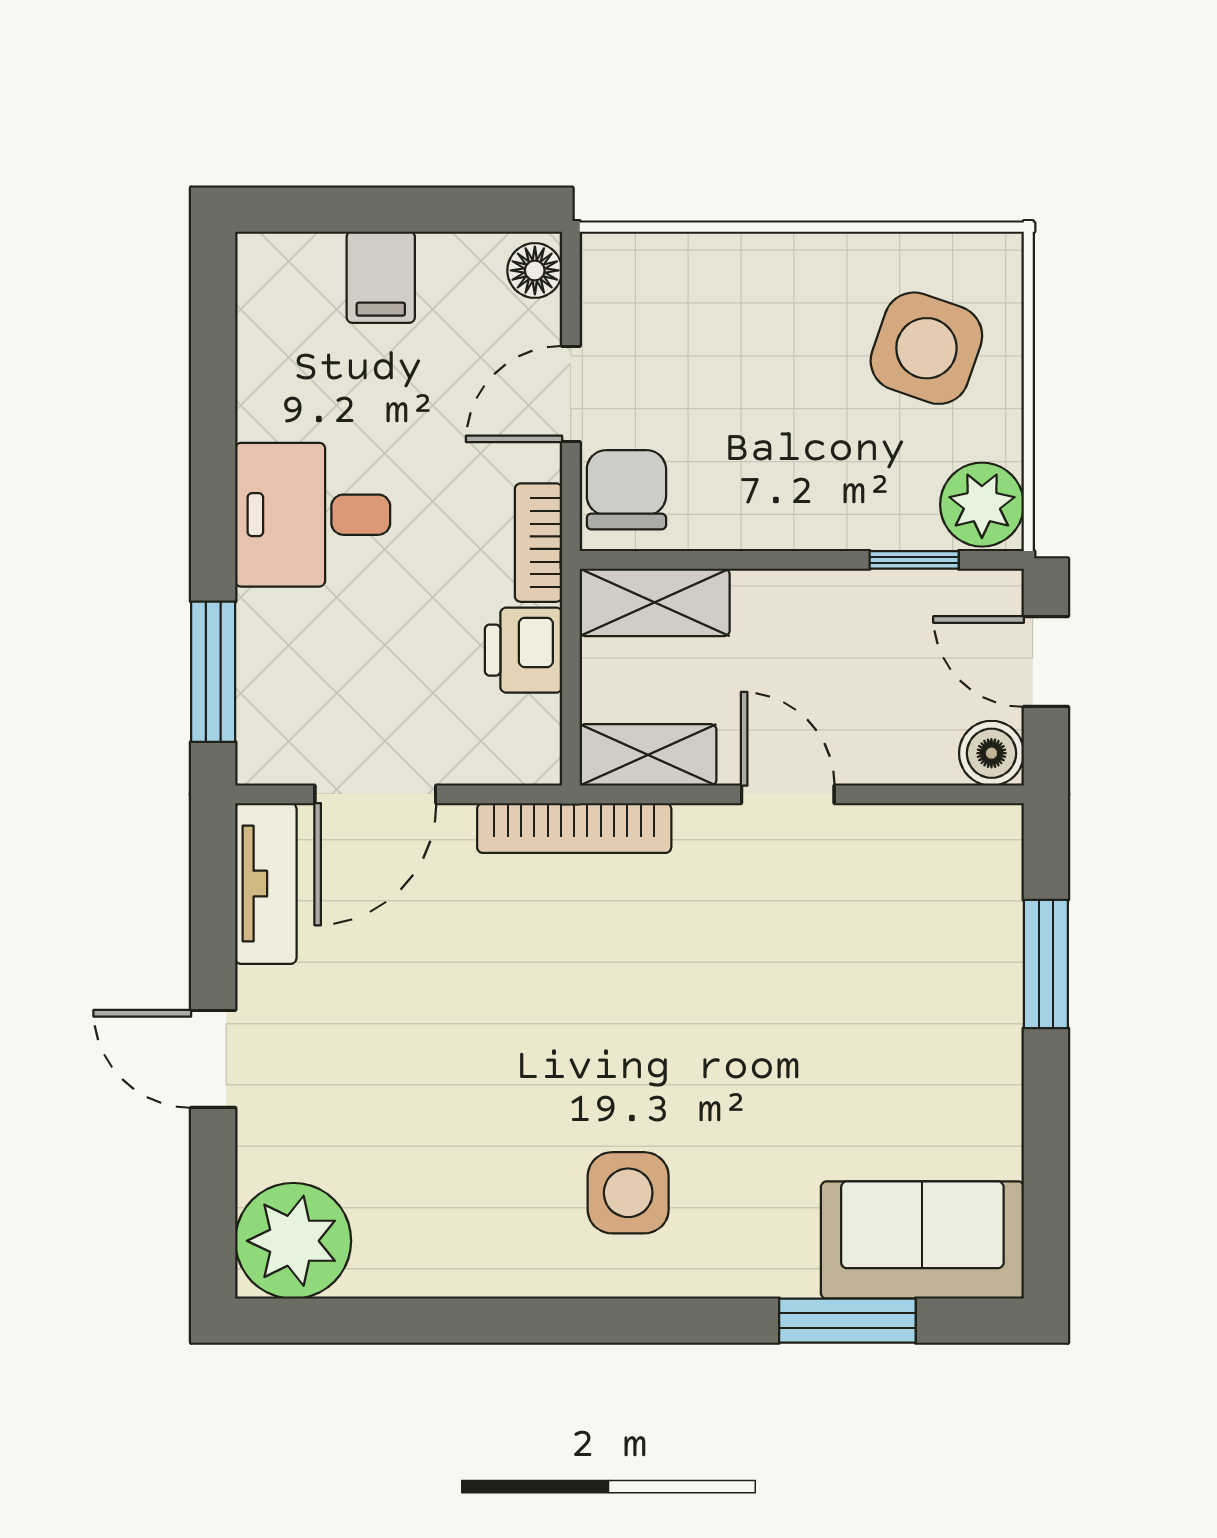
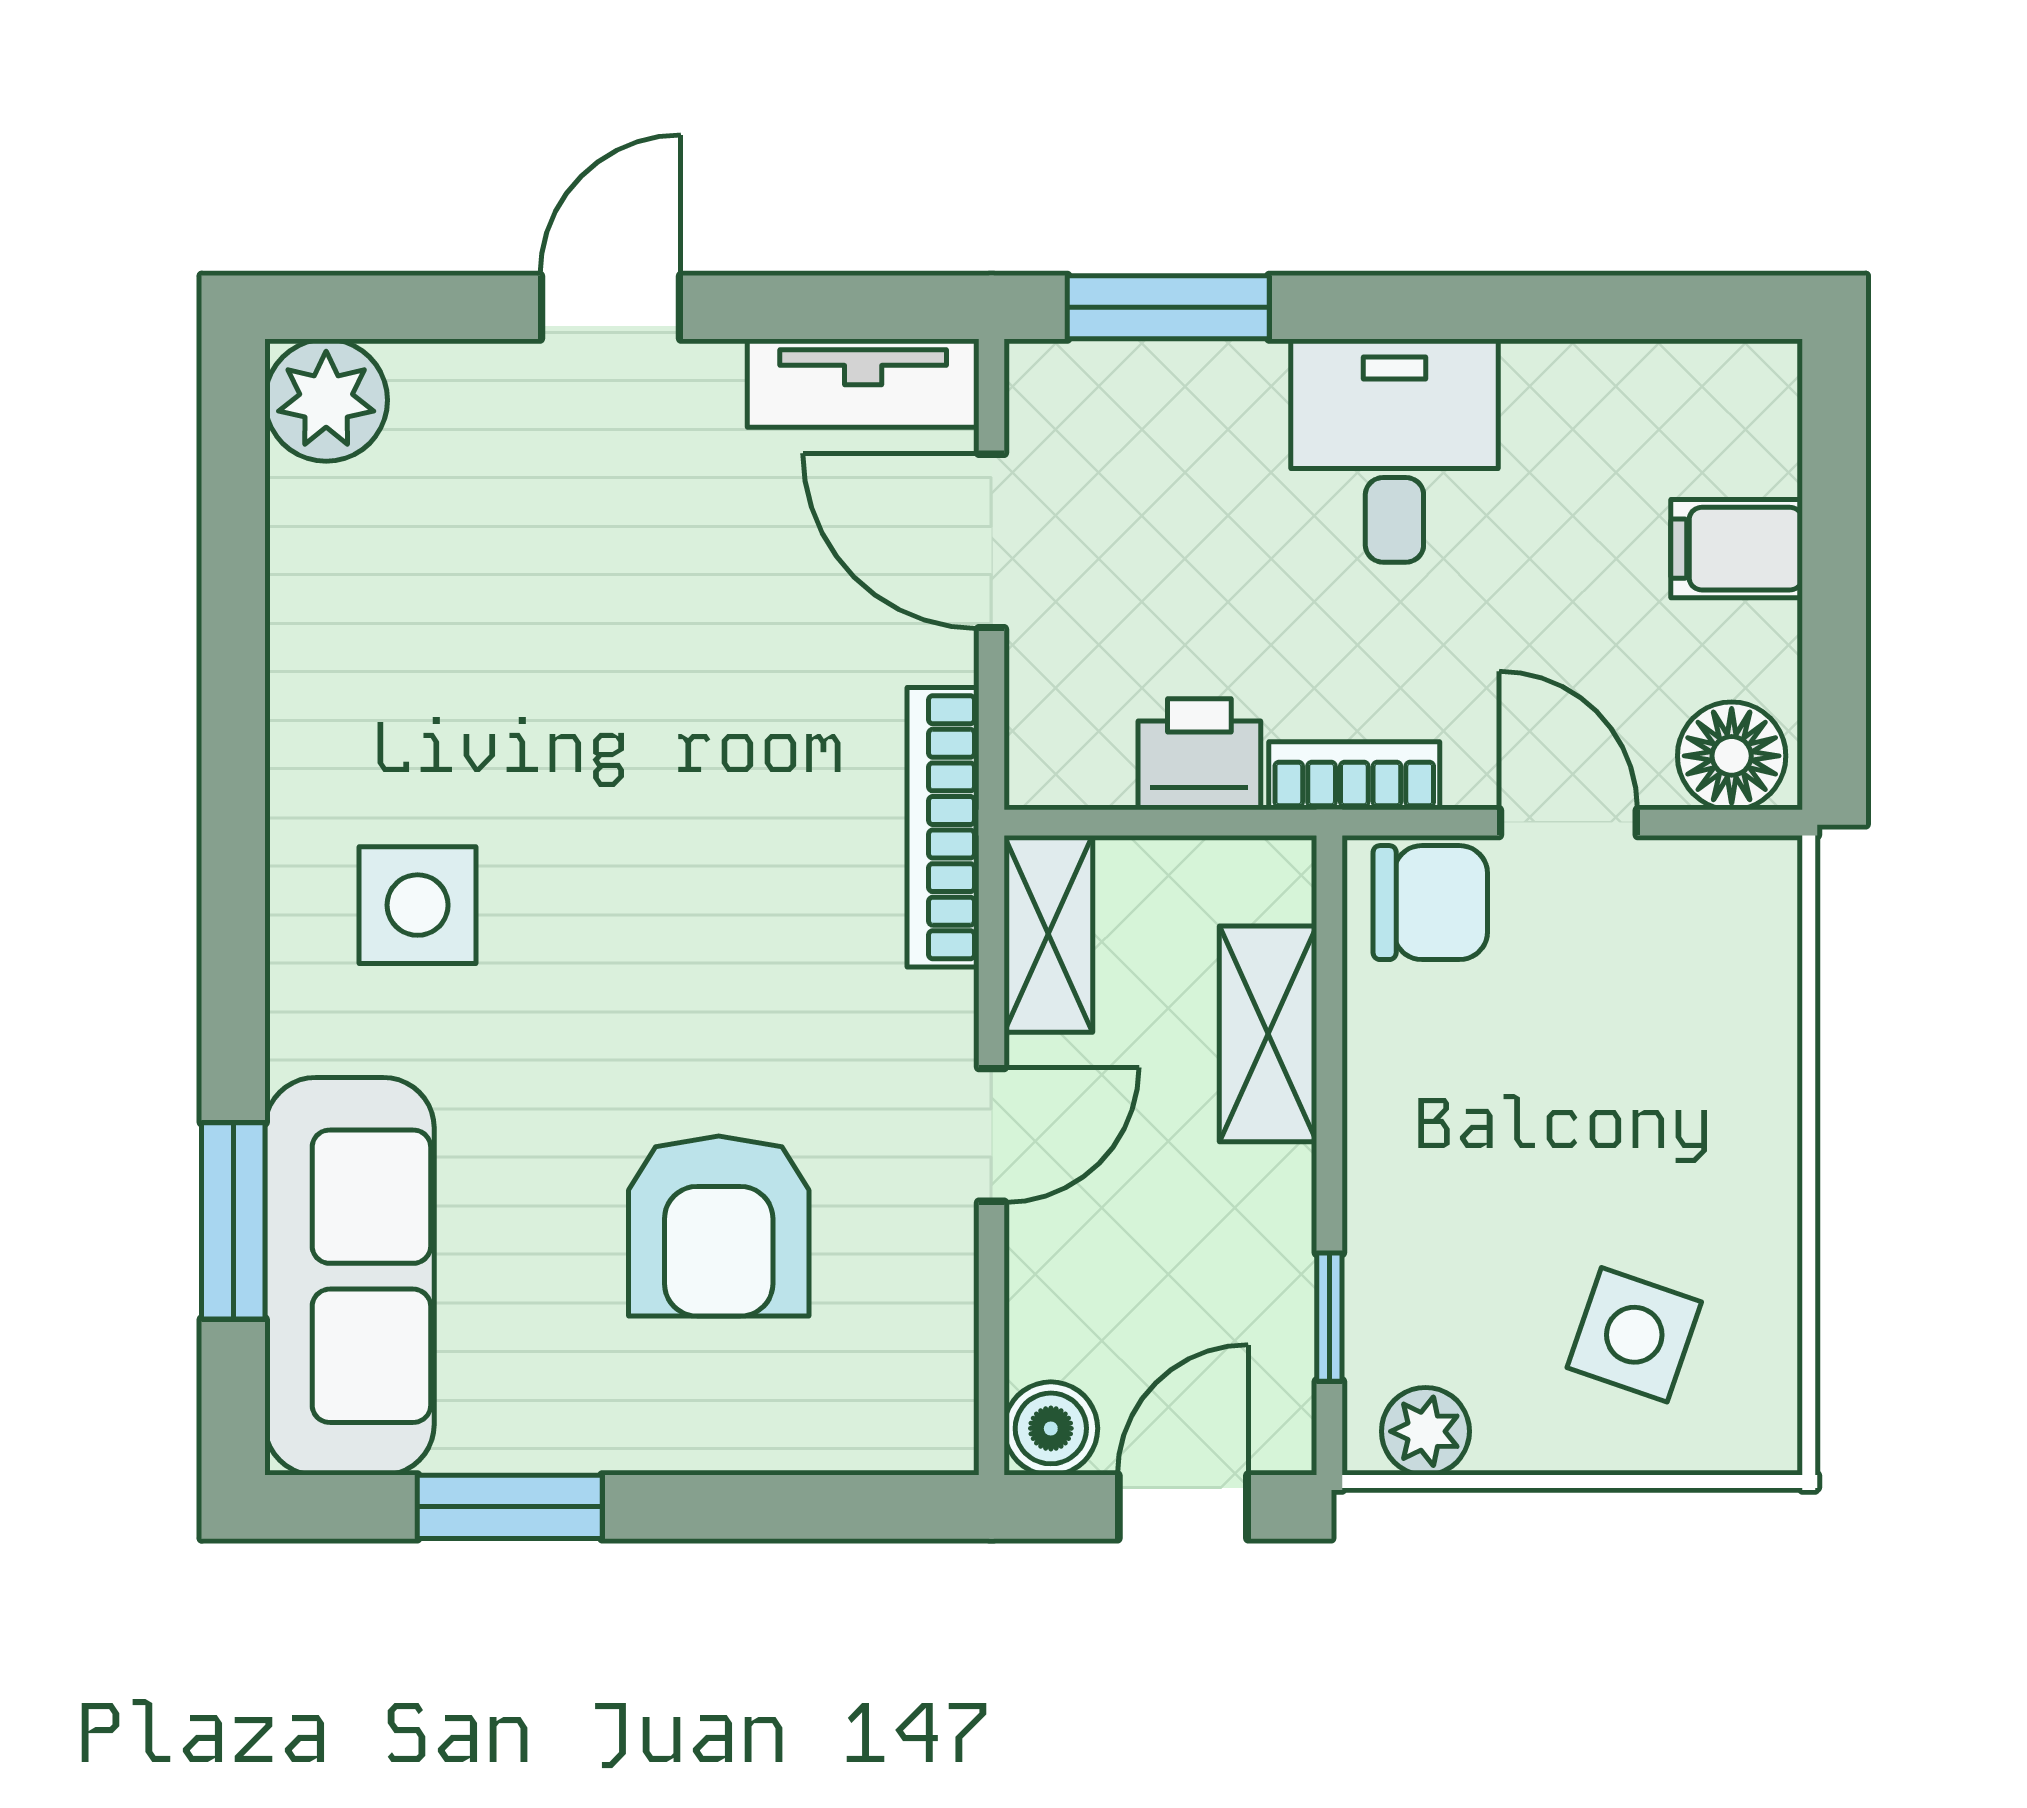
floor lamp: (535, 270) -> (1732, 756), width x1.37, depth x1.37
side table: (926, 348) -> (1634, 1335), width x0.73, depth x0.73
plant: (982, 505) -> (1425, 1431), width x0.73, depth x0.73
shelving: (655, 602) -> (1268, 1034), moved
window: (1046, 964) -> (510, 1507), moved
armchair: (851, 984) -> (719, 1226), added
sofa: (922, 1240) -> (349, 1276), width x1.36
plant: (293, 1241) -> (326, 400), width x0.73, depth x0.73

